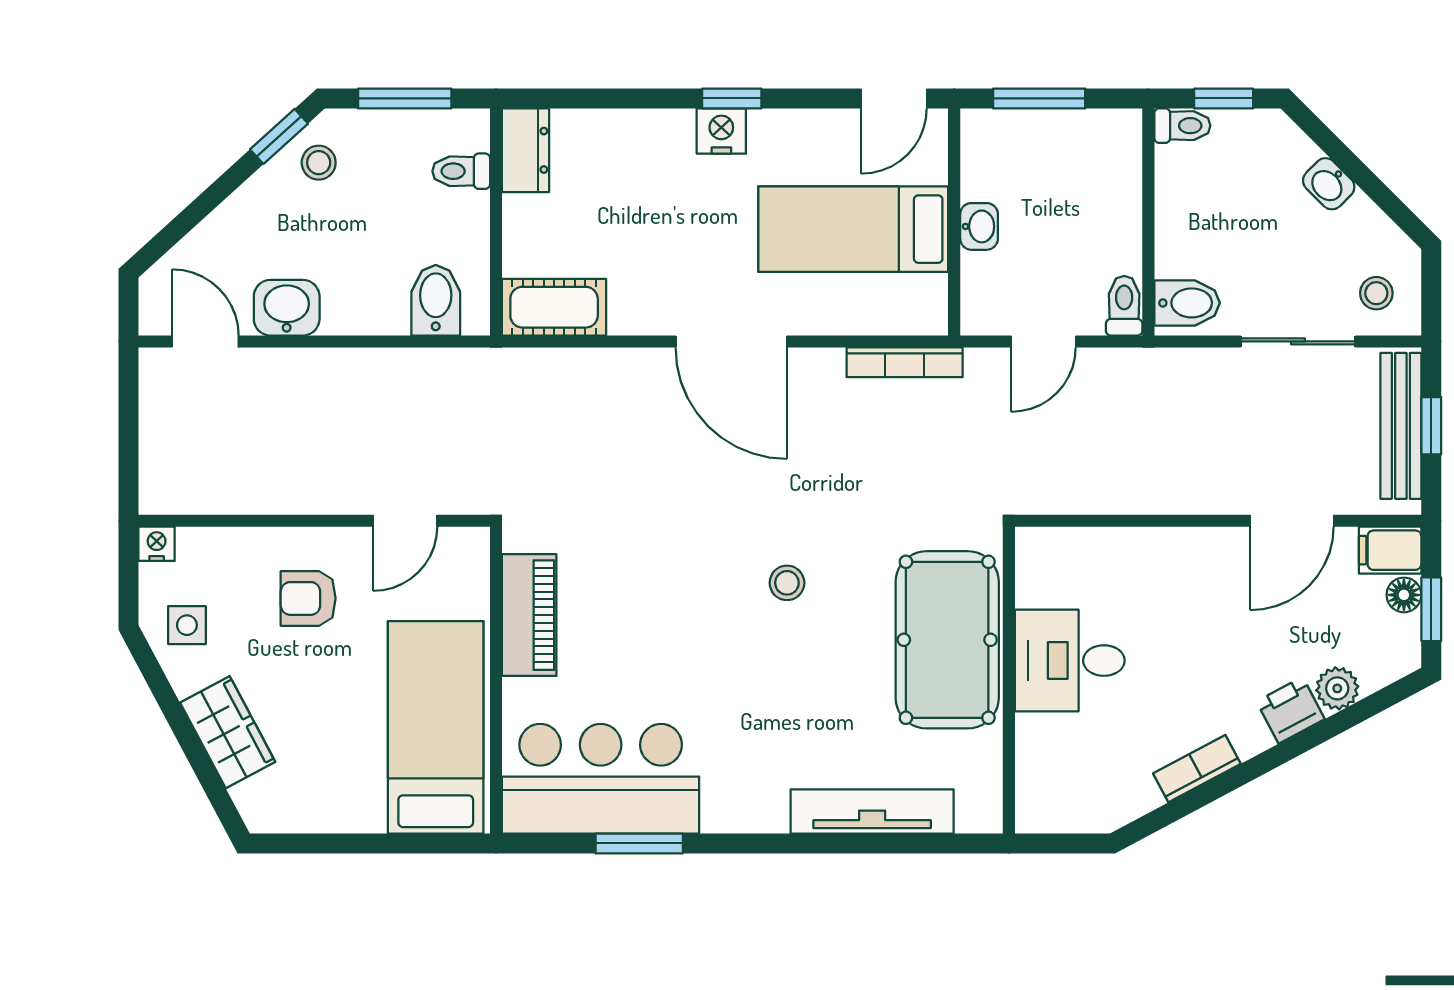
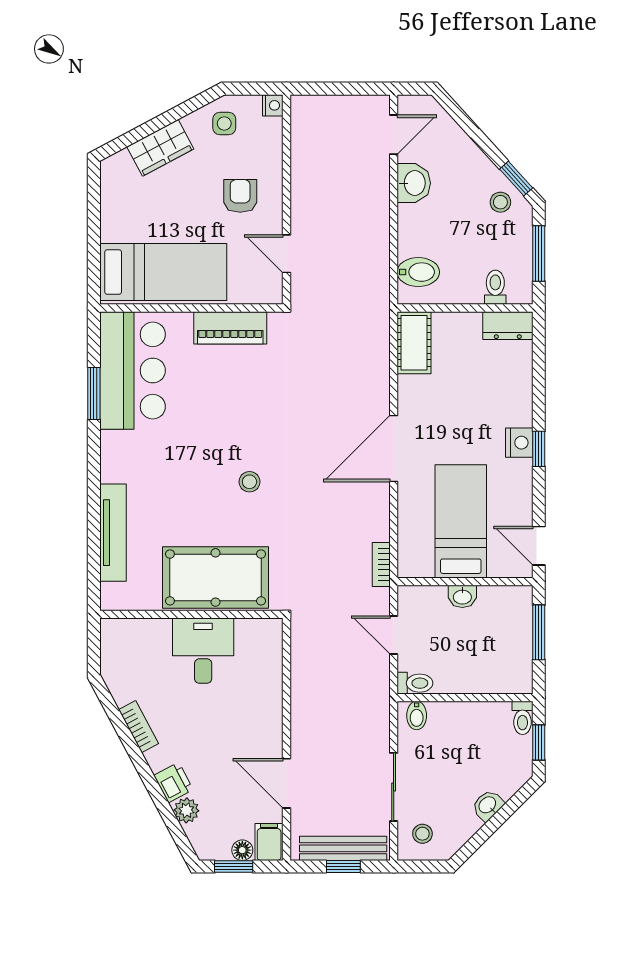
bidet: (1187, 303) -> (417, 716), width x0.72, depth x0.74
bookcase: (905, 362) -> (381, 564), width x0.64

